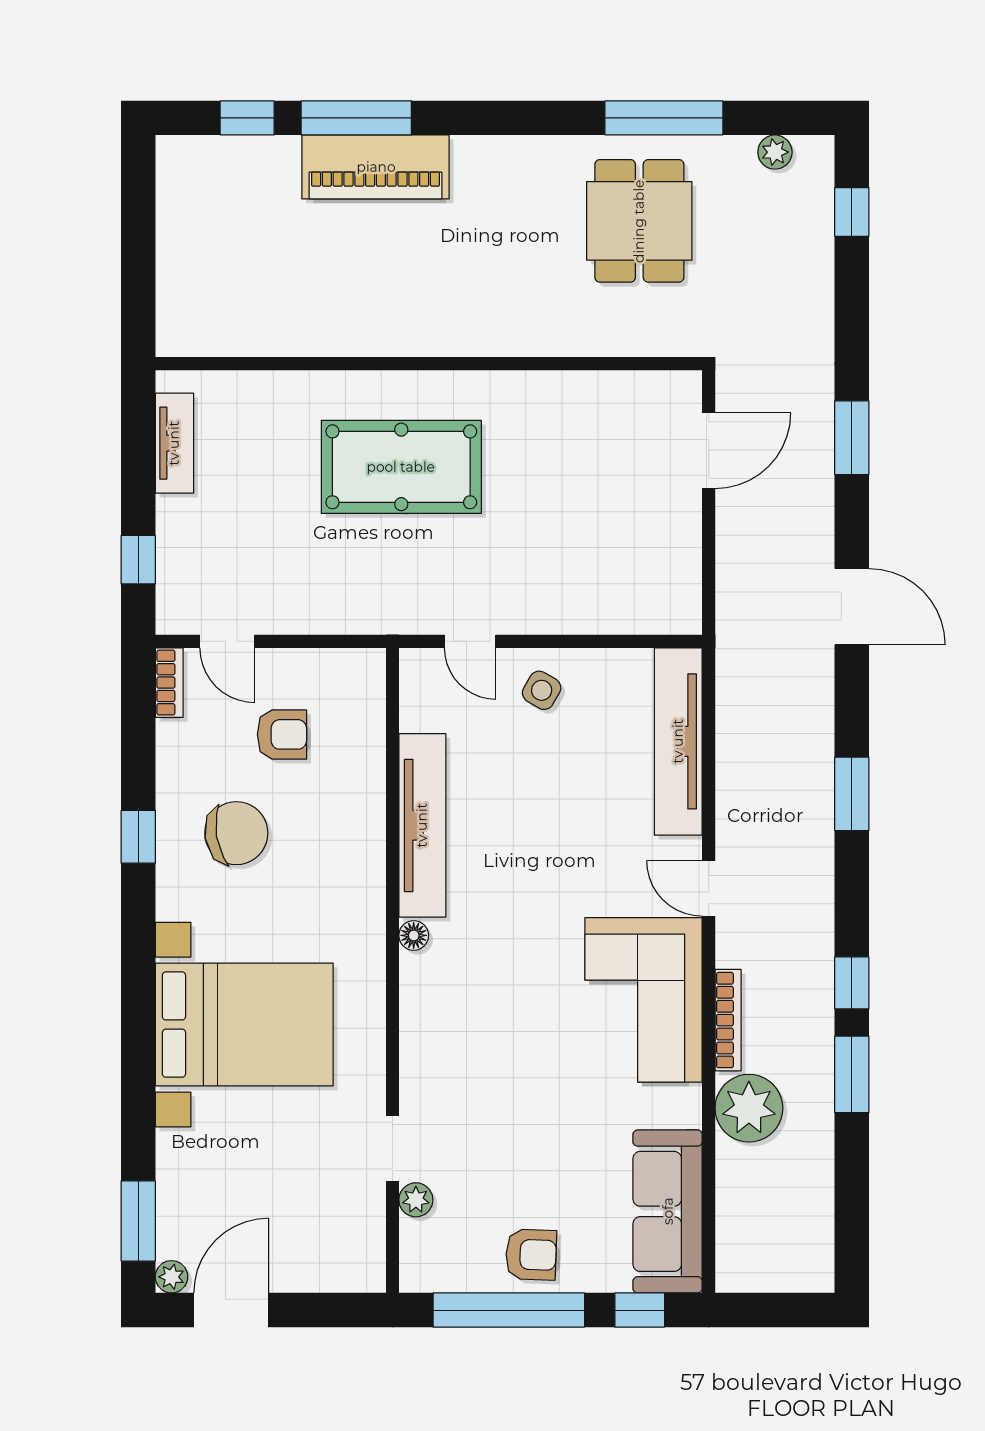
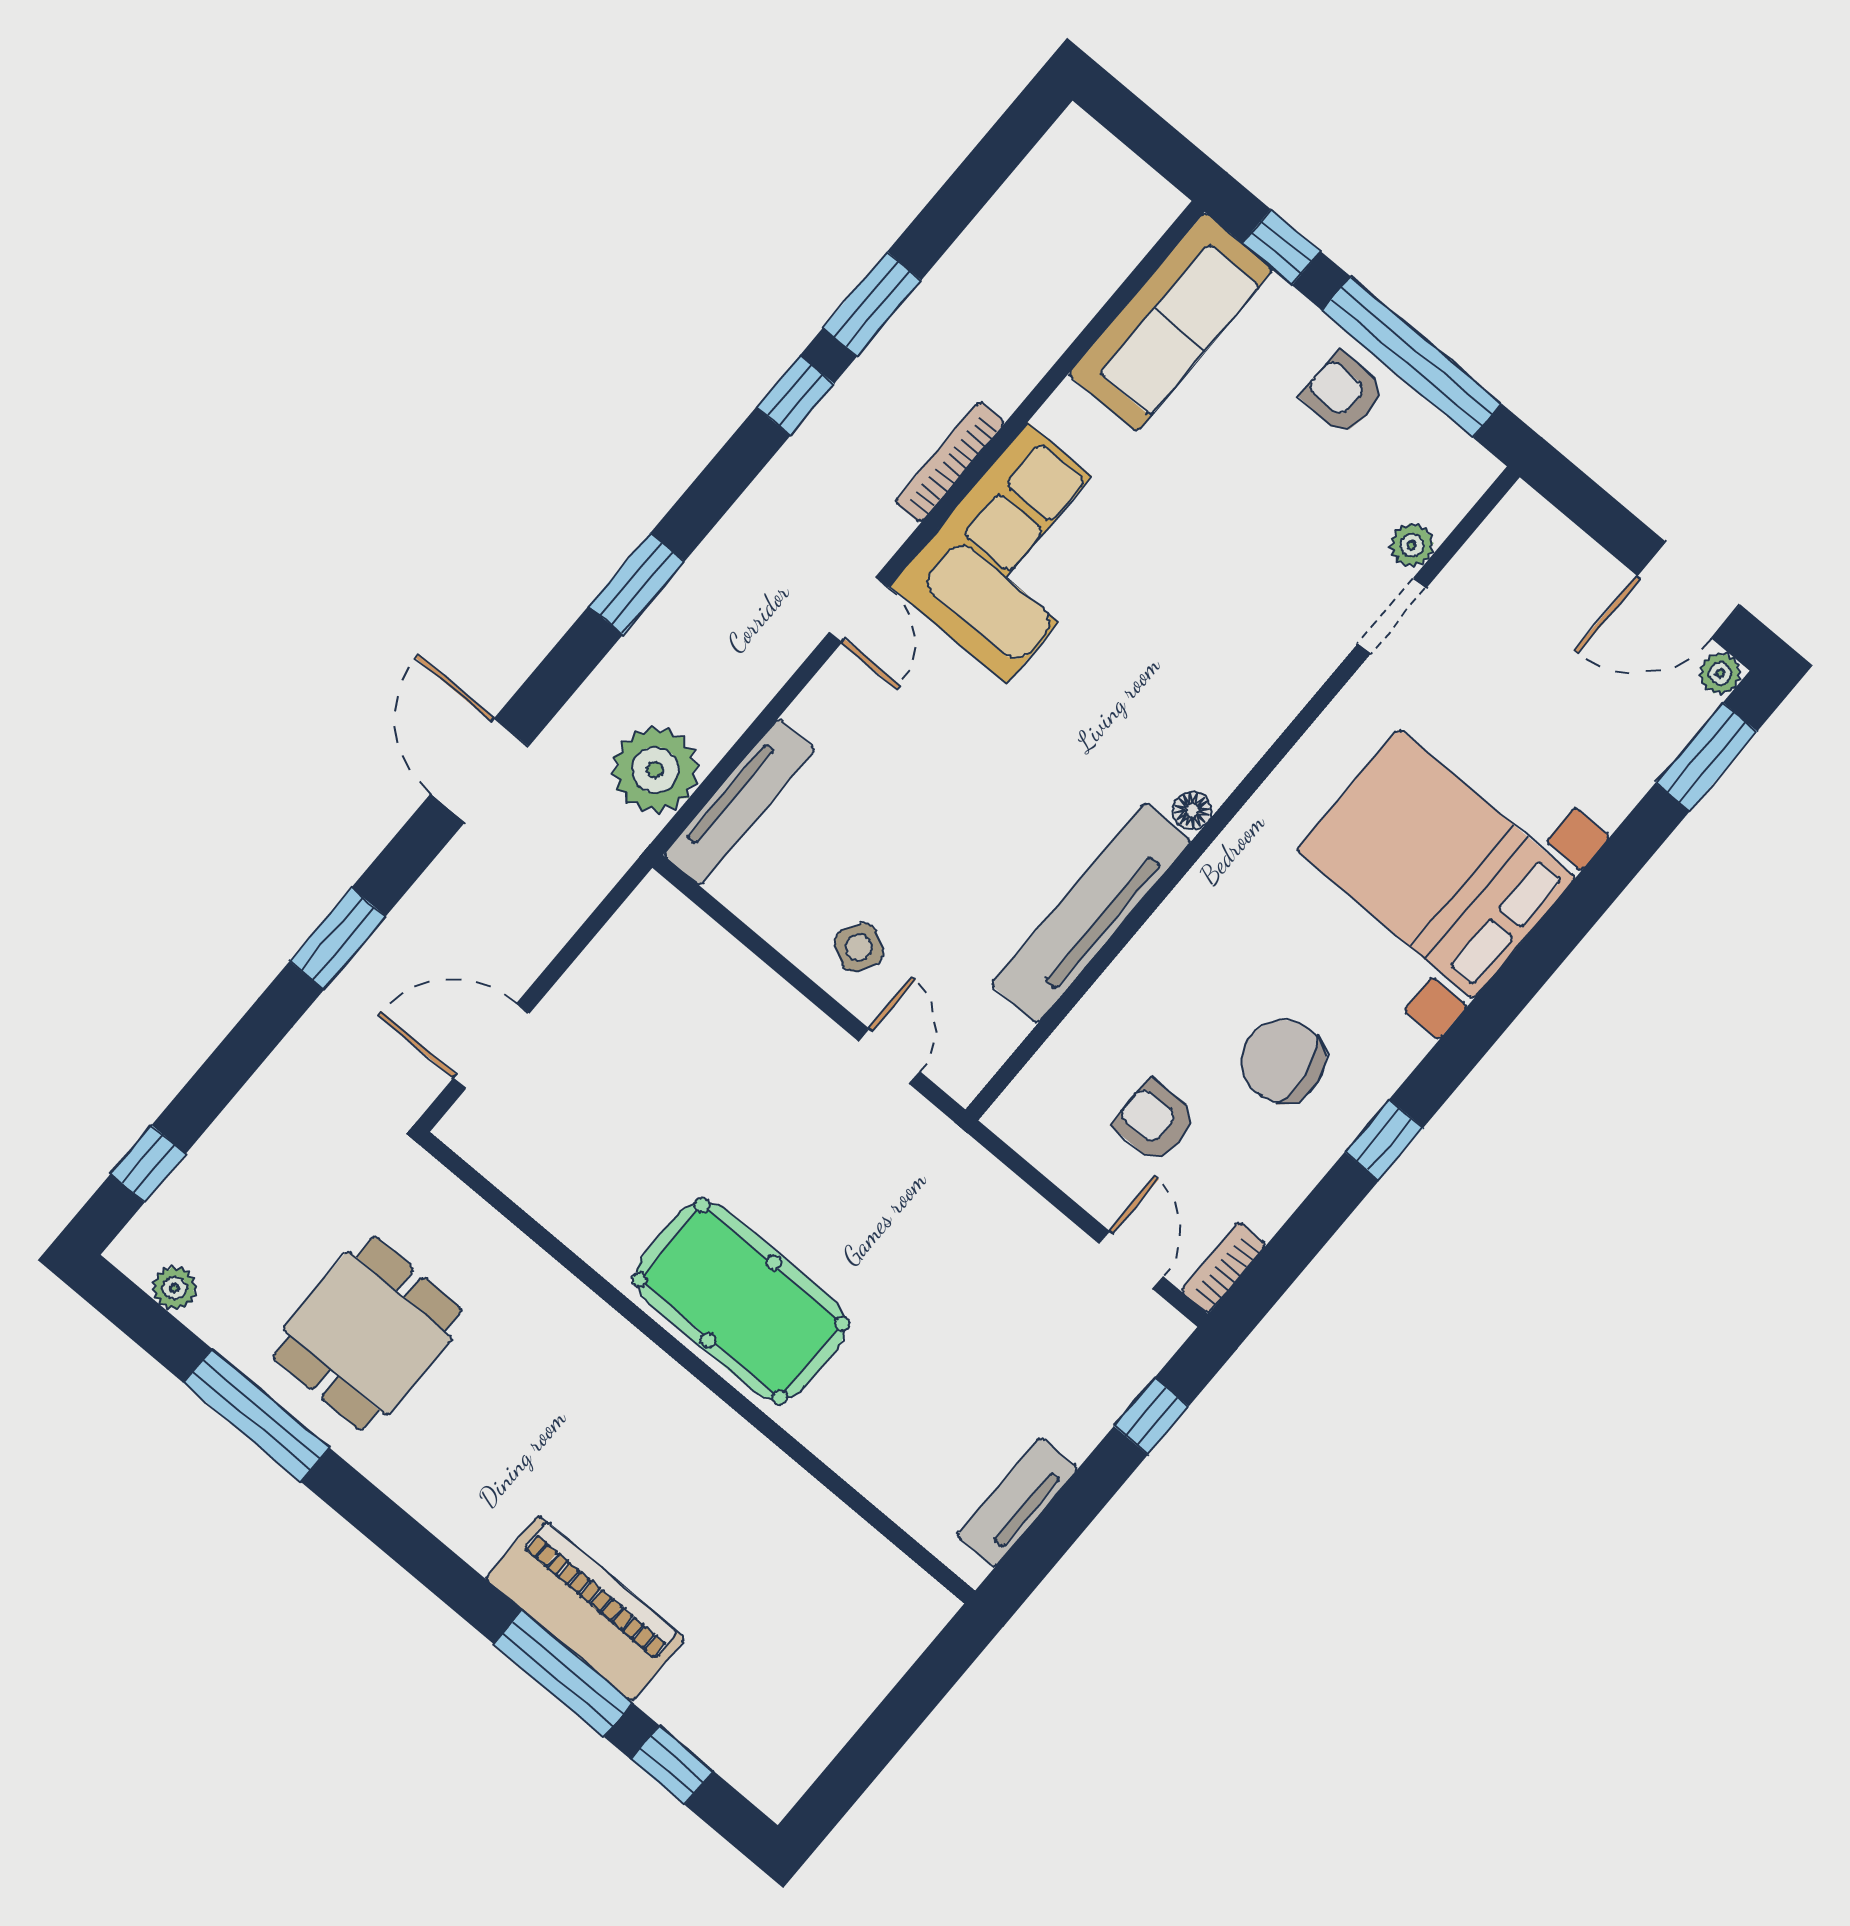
pool table: (401, 467) -> (741, 1301), moved
tv unit: (678, 741) -> (739, 802), width x0.73, depth x0.78
plant: (749, 1108) -> (655, 770), moved

